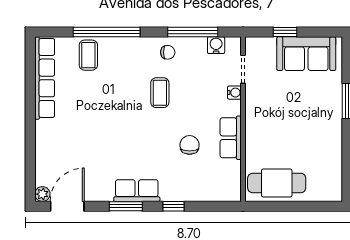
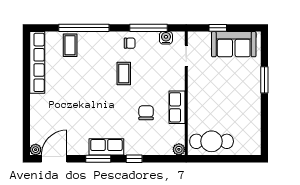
water cooler: (234, 93) -> (180, 73), removed
plant: (233, 194) -> (179, 149), added

